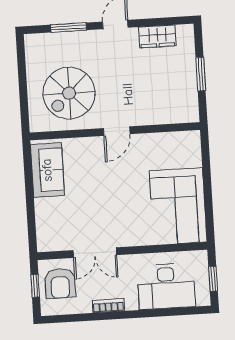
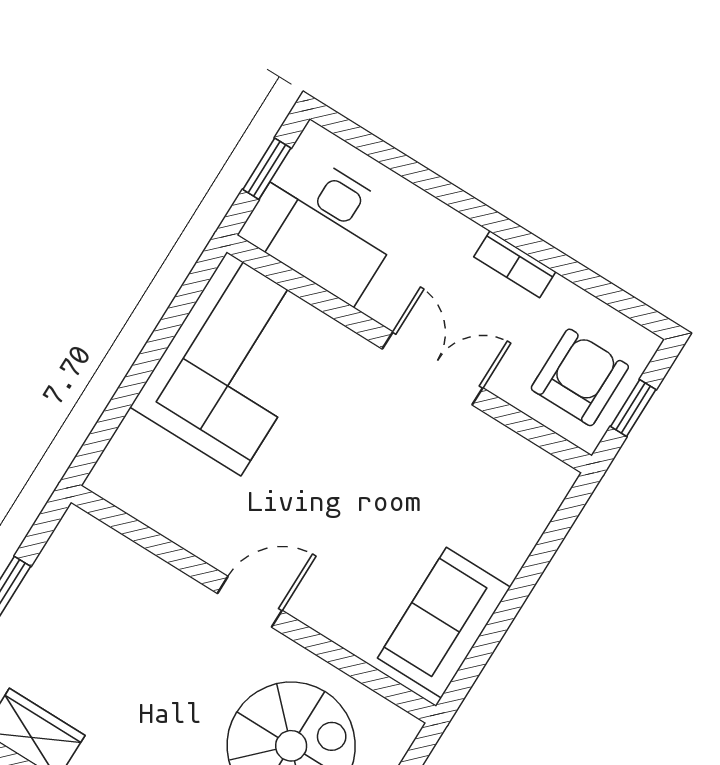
double door: (95, 253) -> (432, 368), moved
desk: (166, 286) -> (324, 226), moved, turned 180

